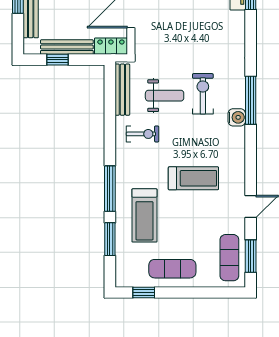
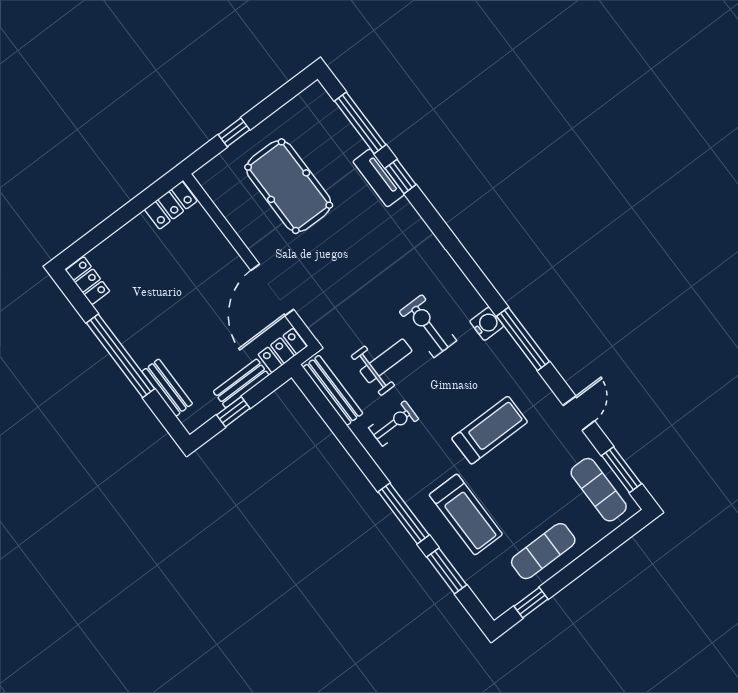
bench: (67, 47) -> (241, 383), width x0.73
window: (251, 100) -> (523, 339), moved

